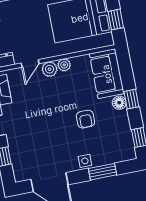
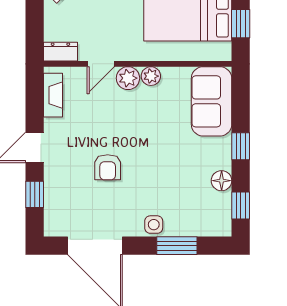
floor lamp: (119, 103) -> (222, 181), moved
armchair: (85, 119) -> (108, 167), moved

